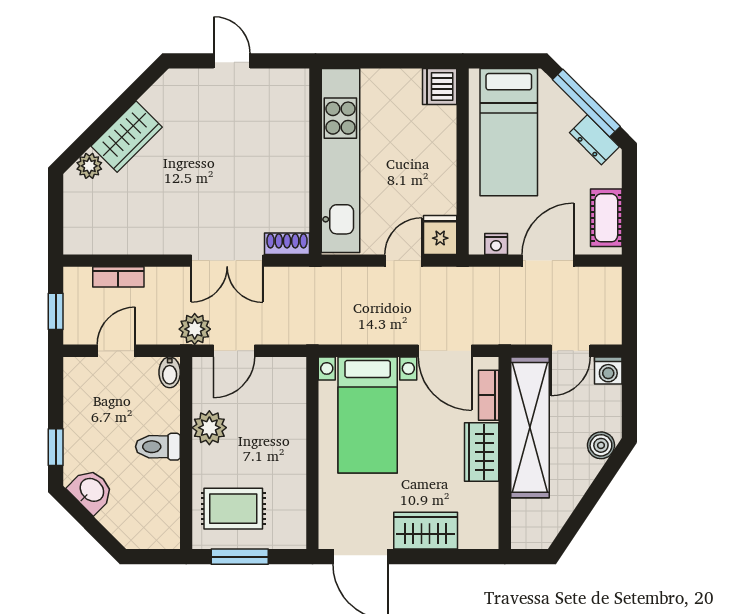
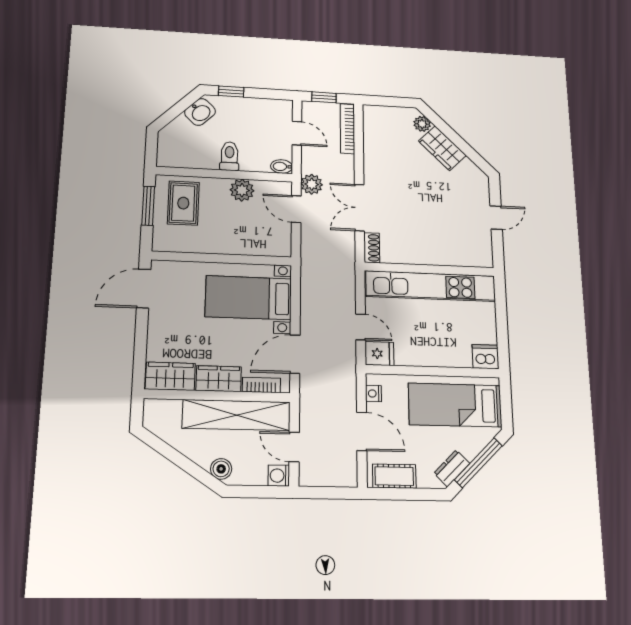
bookcase: (118, 277) -> (348, 129), width x1.56
wardrobe: (426, 531) -> (170, 376), moved, turned -90

